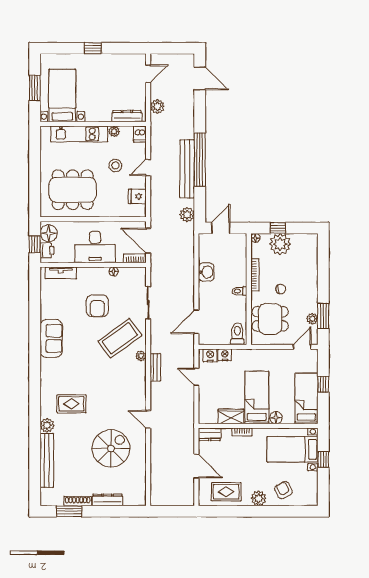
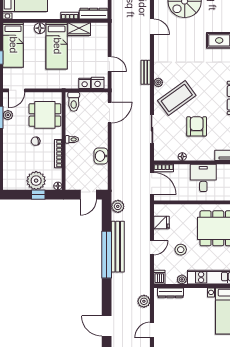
desk: (95, 247) -> (203, 178), width x0.73
dresser: (210, 434) -> (94, 14), width x1.44

